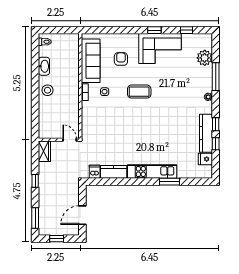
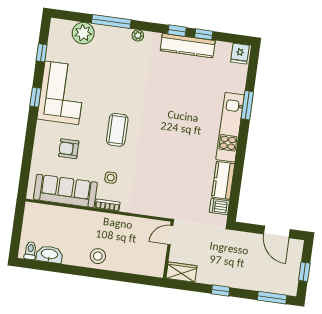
washbasin: (44, 66) -> (49, 254), moved
fridge: (205, 159) -> (240, 54), moved

